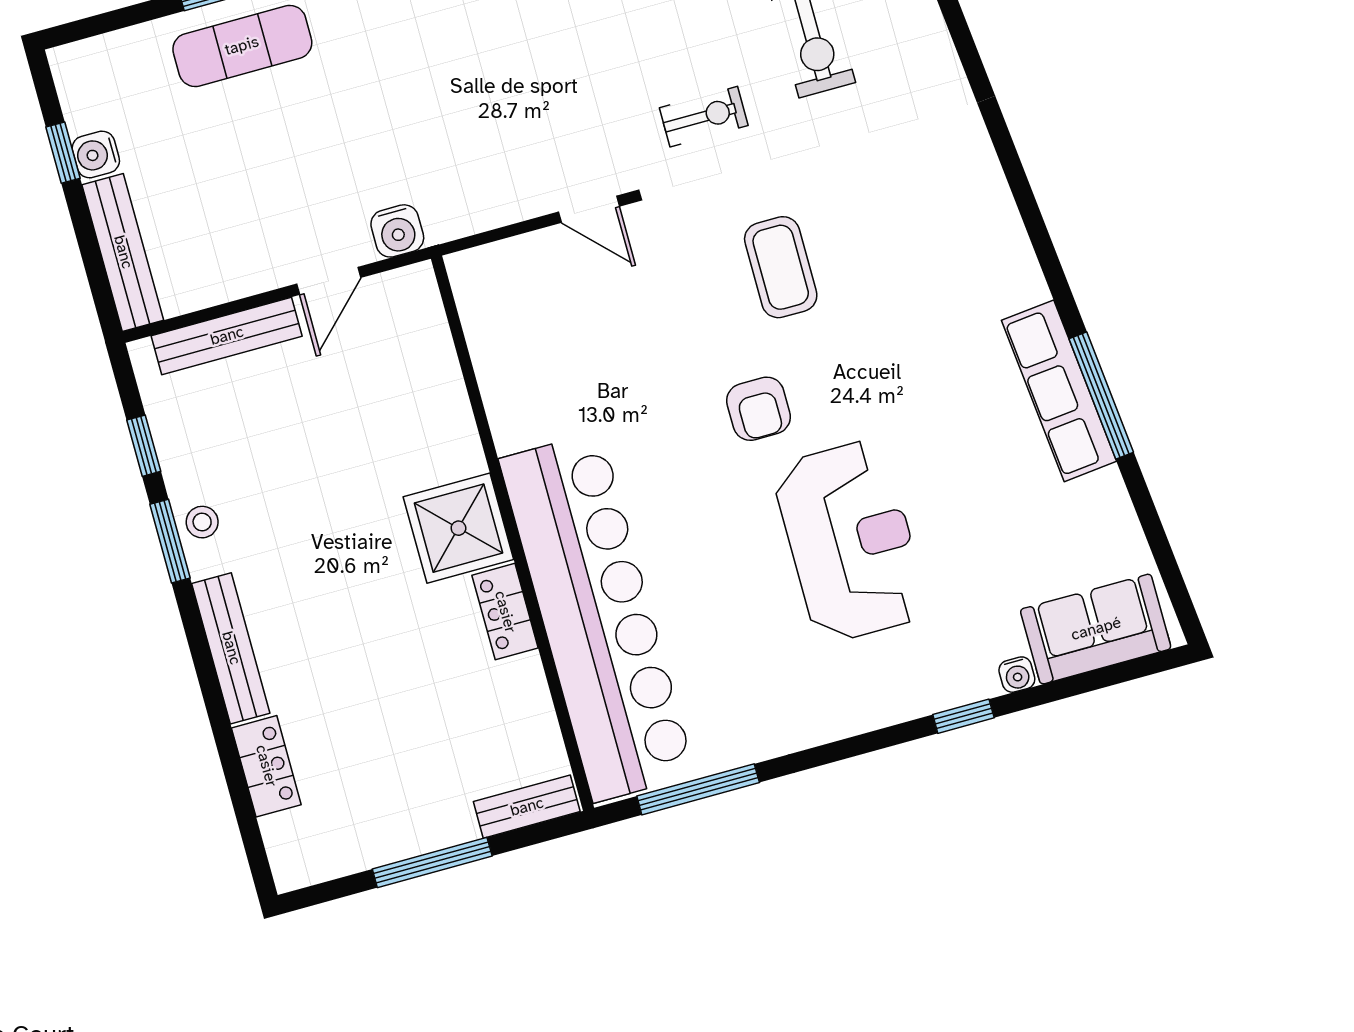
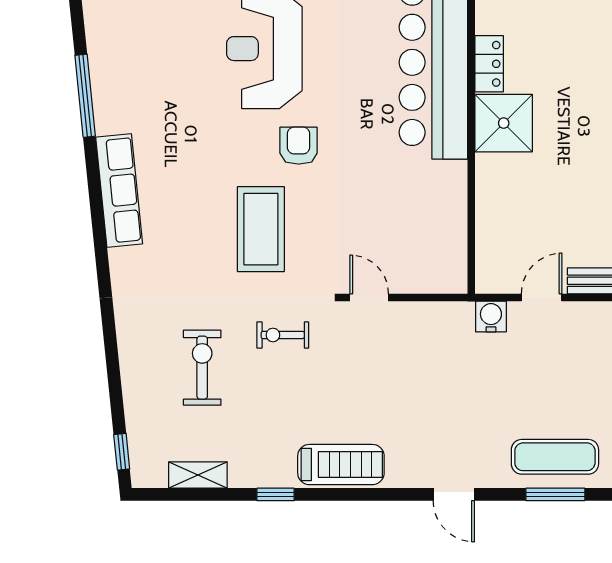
coffee table: (781, 267) -> (261, 229), width x1.36, depth x1.32
row of seats: (1059, 391) -> (119, 190), moved

